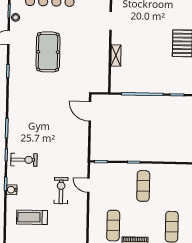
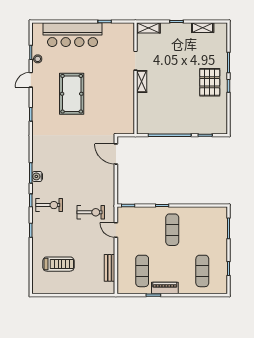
shelving: (116, 55) -> (142, 81), moved
water cooler: (12, 190) -> (37, 176), moved
exercise bike: (61, 191) -> (91, 212), moved, turned 90
treadmill: (32, 217) -> (58, 264), turned 180
bench: (82, 222) -> (110, 268), added

